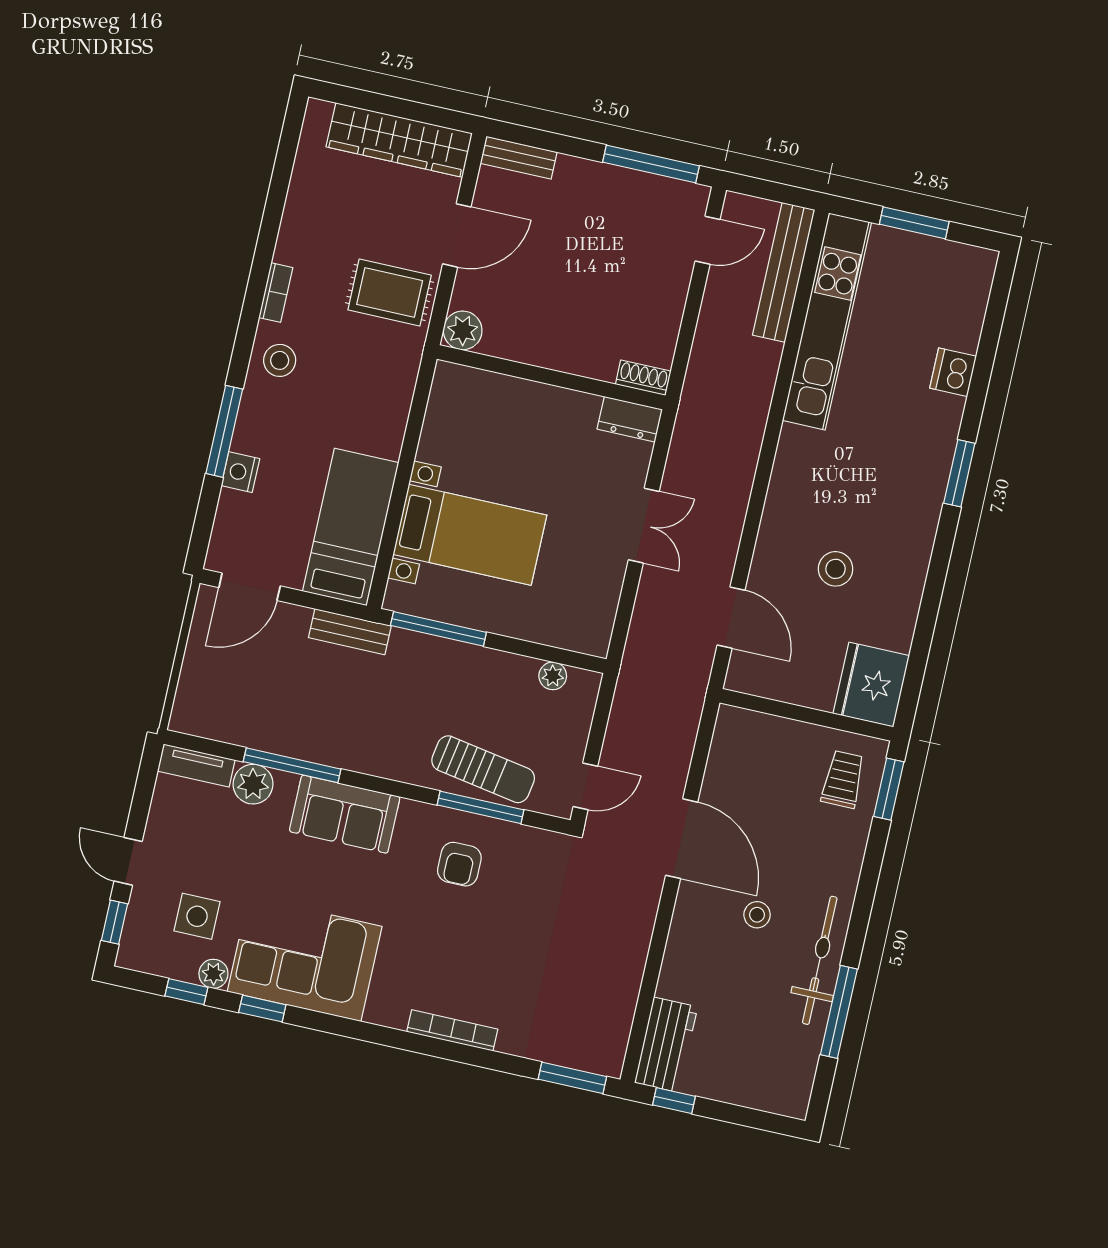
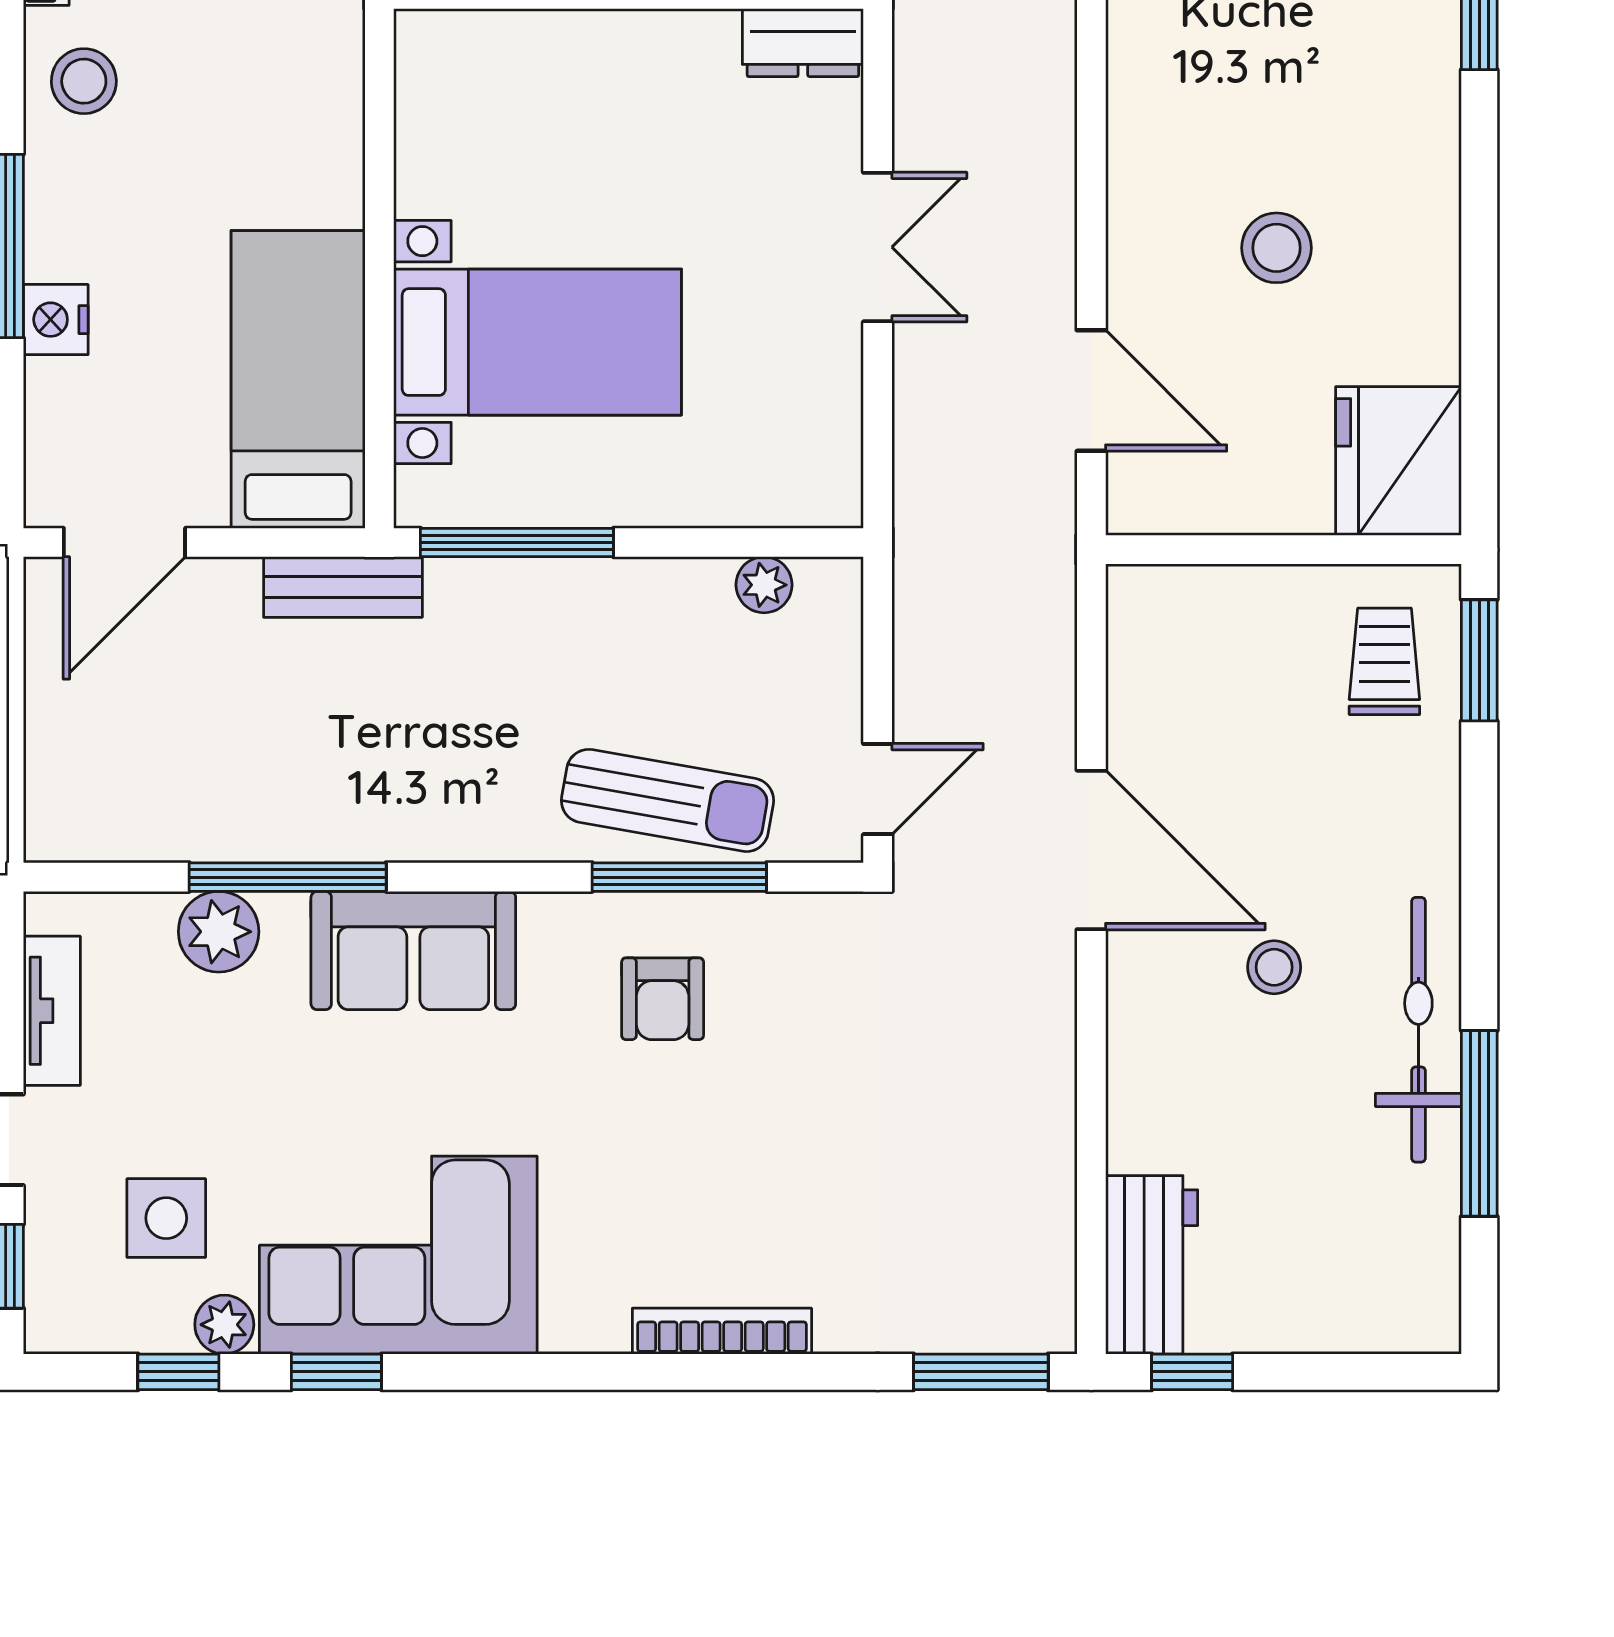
tv unit: (196, 765) -> (52, 1011), moved, turned -90

